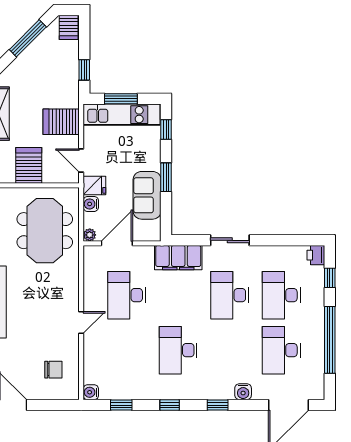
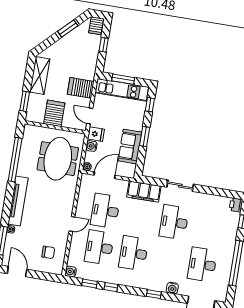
window: (28, 38) -> (68, 29), width x0.69
window: (84, 70) -> (104, 45), moved
desk: (281, 295) -> (99, 247), moved
window: (170, 405) -> (111, 287), moved

